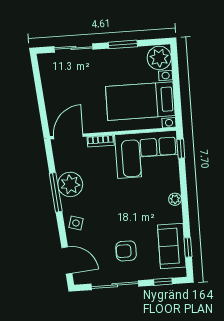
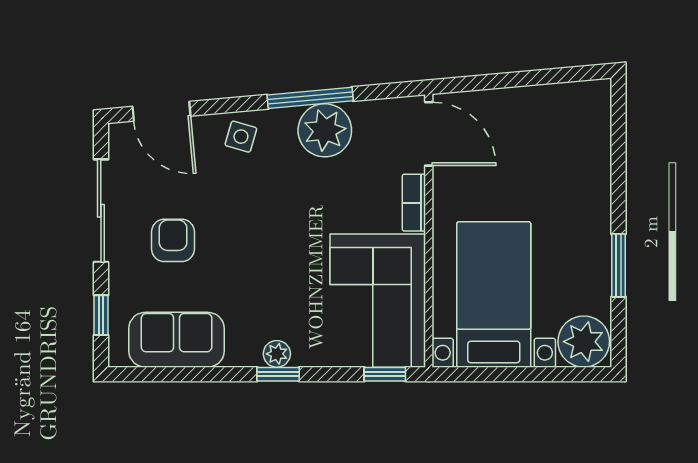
sliding door: (73, 48) -> (619, 158), removed
window: (188, 247) -> (278, 374), moved
door: (67, 260) -> (162, 111), hinge flipped

